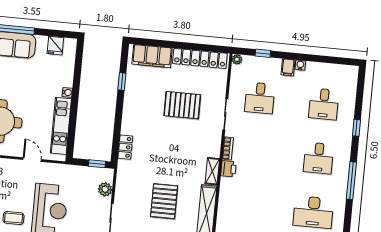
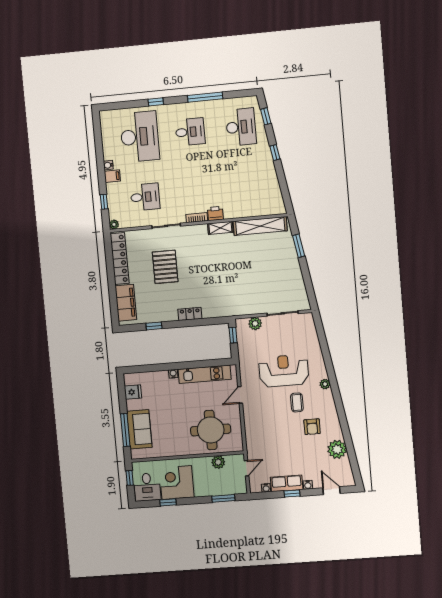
desk: (324, 104) -> (140, 137), width x1.87, depth x1.30
locker: (125, 147) -> (190, 314), moved
pallet: (164, 201) -> (256, 267), removed

